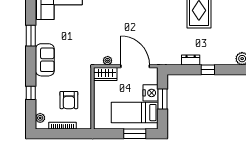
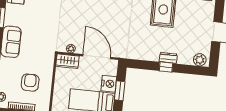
dresser: (191, 60) -> (168, 58), moved
armchair: (69, 100) -> (30, 83), turned 180

